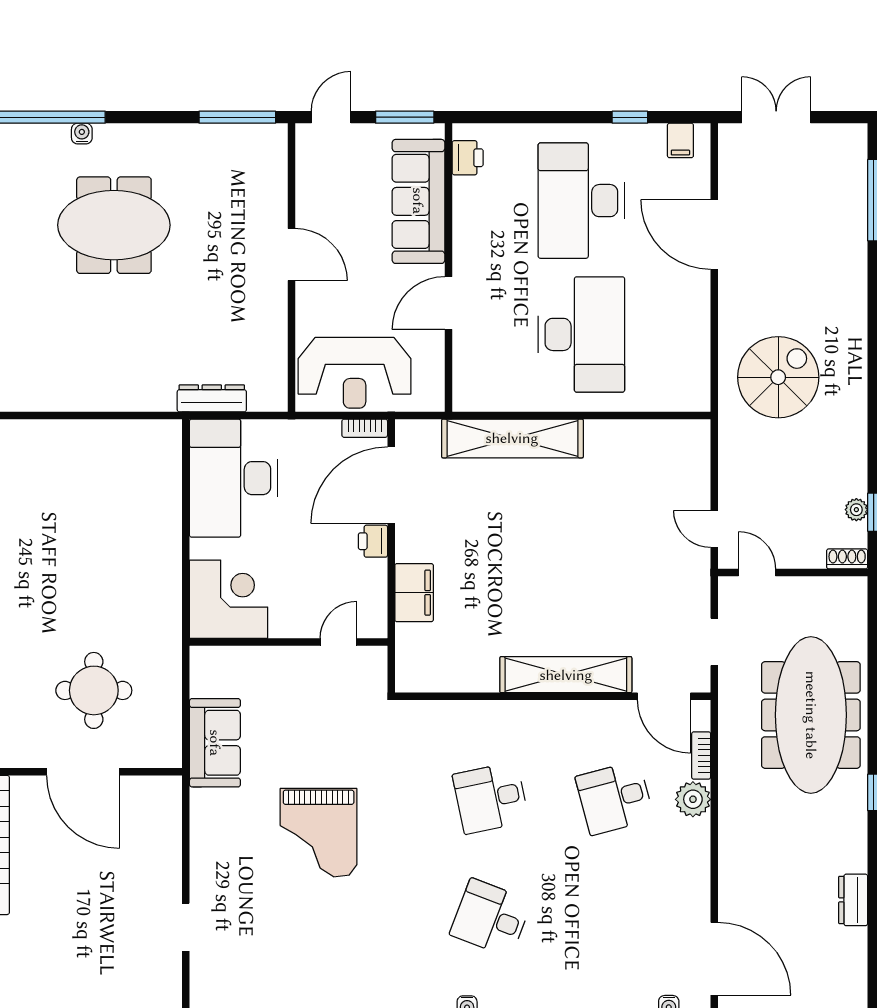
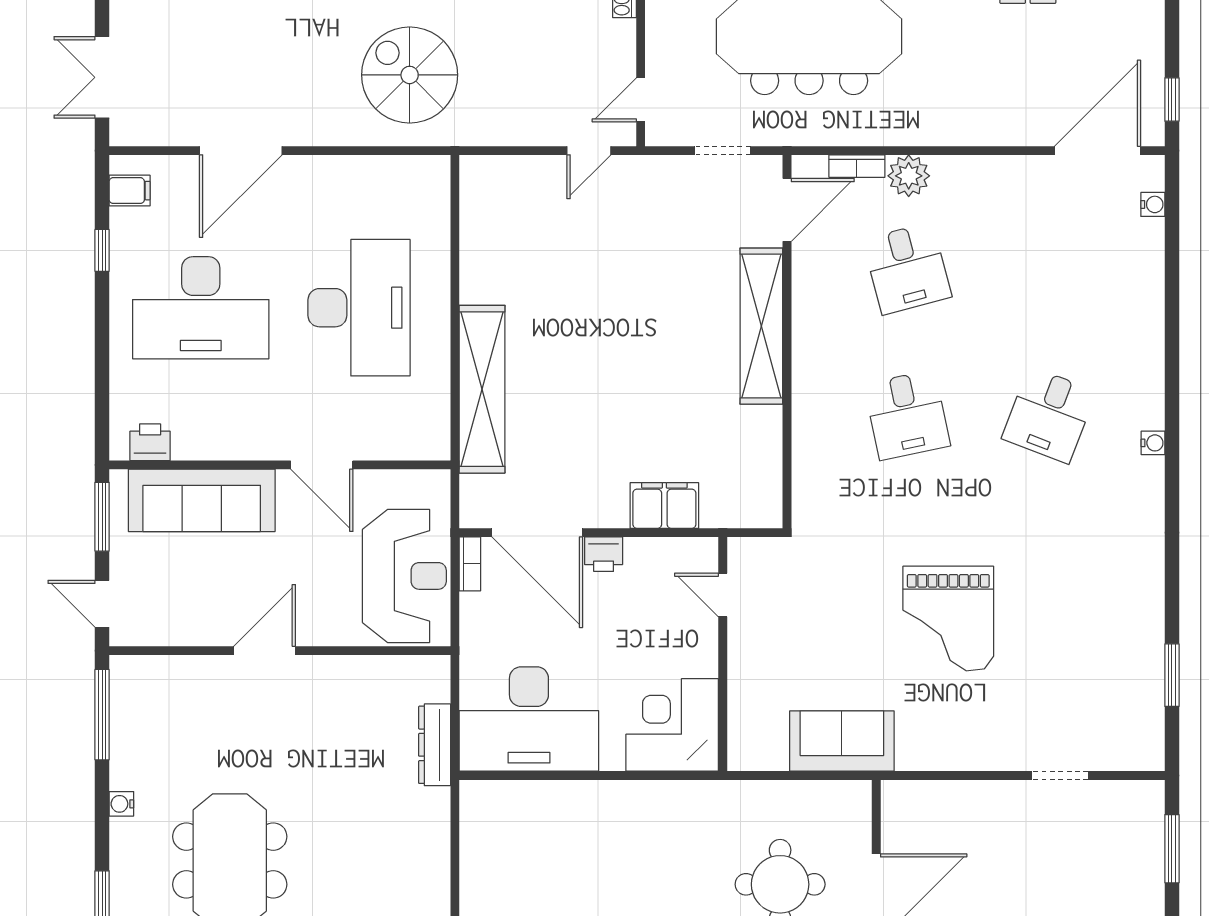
water cooler: (82, 134) -> (121, 804), moved
desk: (581, 334) -> (359, 308), turned 90
grand piano: (319, 833) -> (948, 619), turned 90

